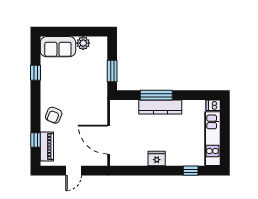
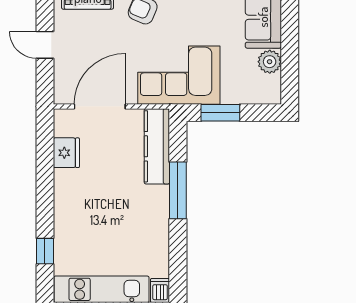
corner sofa: (91, 95) -> (179, 75), added
kitchen counter: (160, 107) -> (157, 146), moved
fridge: (157, 159) -> (66, 153), moved

